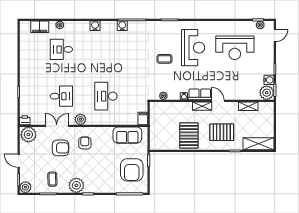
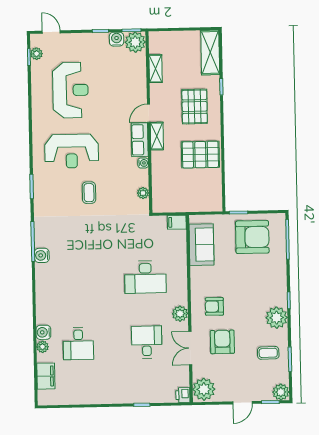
water cooler: (95, 26) -> (43, 332), moved
reception desk: (193, 48) -> (72, 151), turned 180

